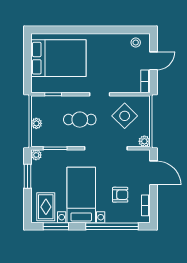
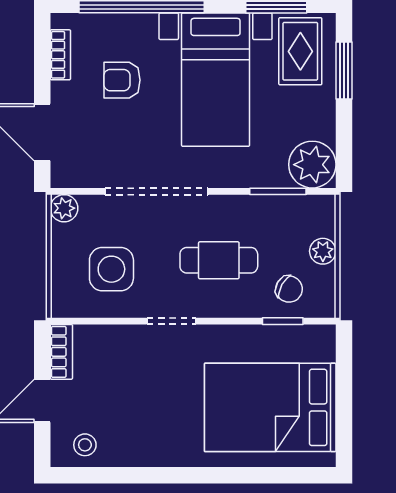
chair: (51, 108) -> (289, 289), added
side table: (125, 116) -> (111, 269), turned 45
plant: (36, 155) -> (312, 165), width x1.88, depth x1.88
window: (28, 176) -> (344, 71), moved

